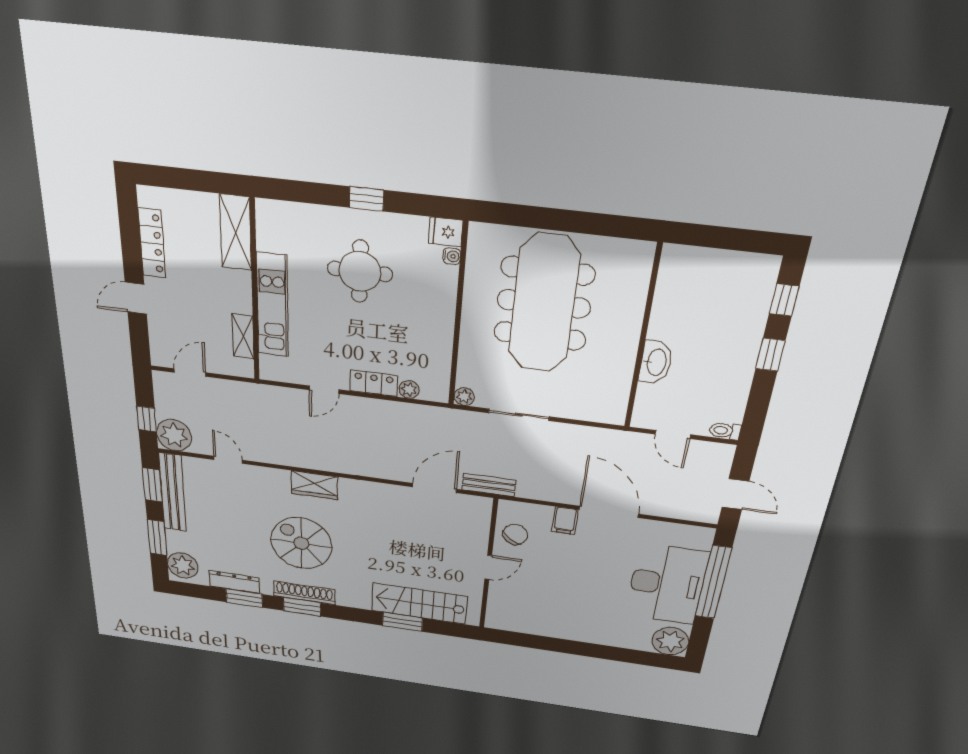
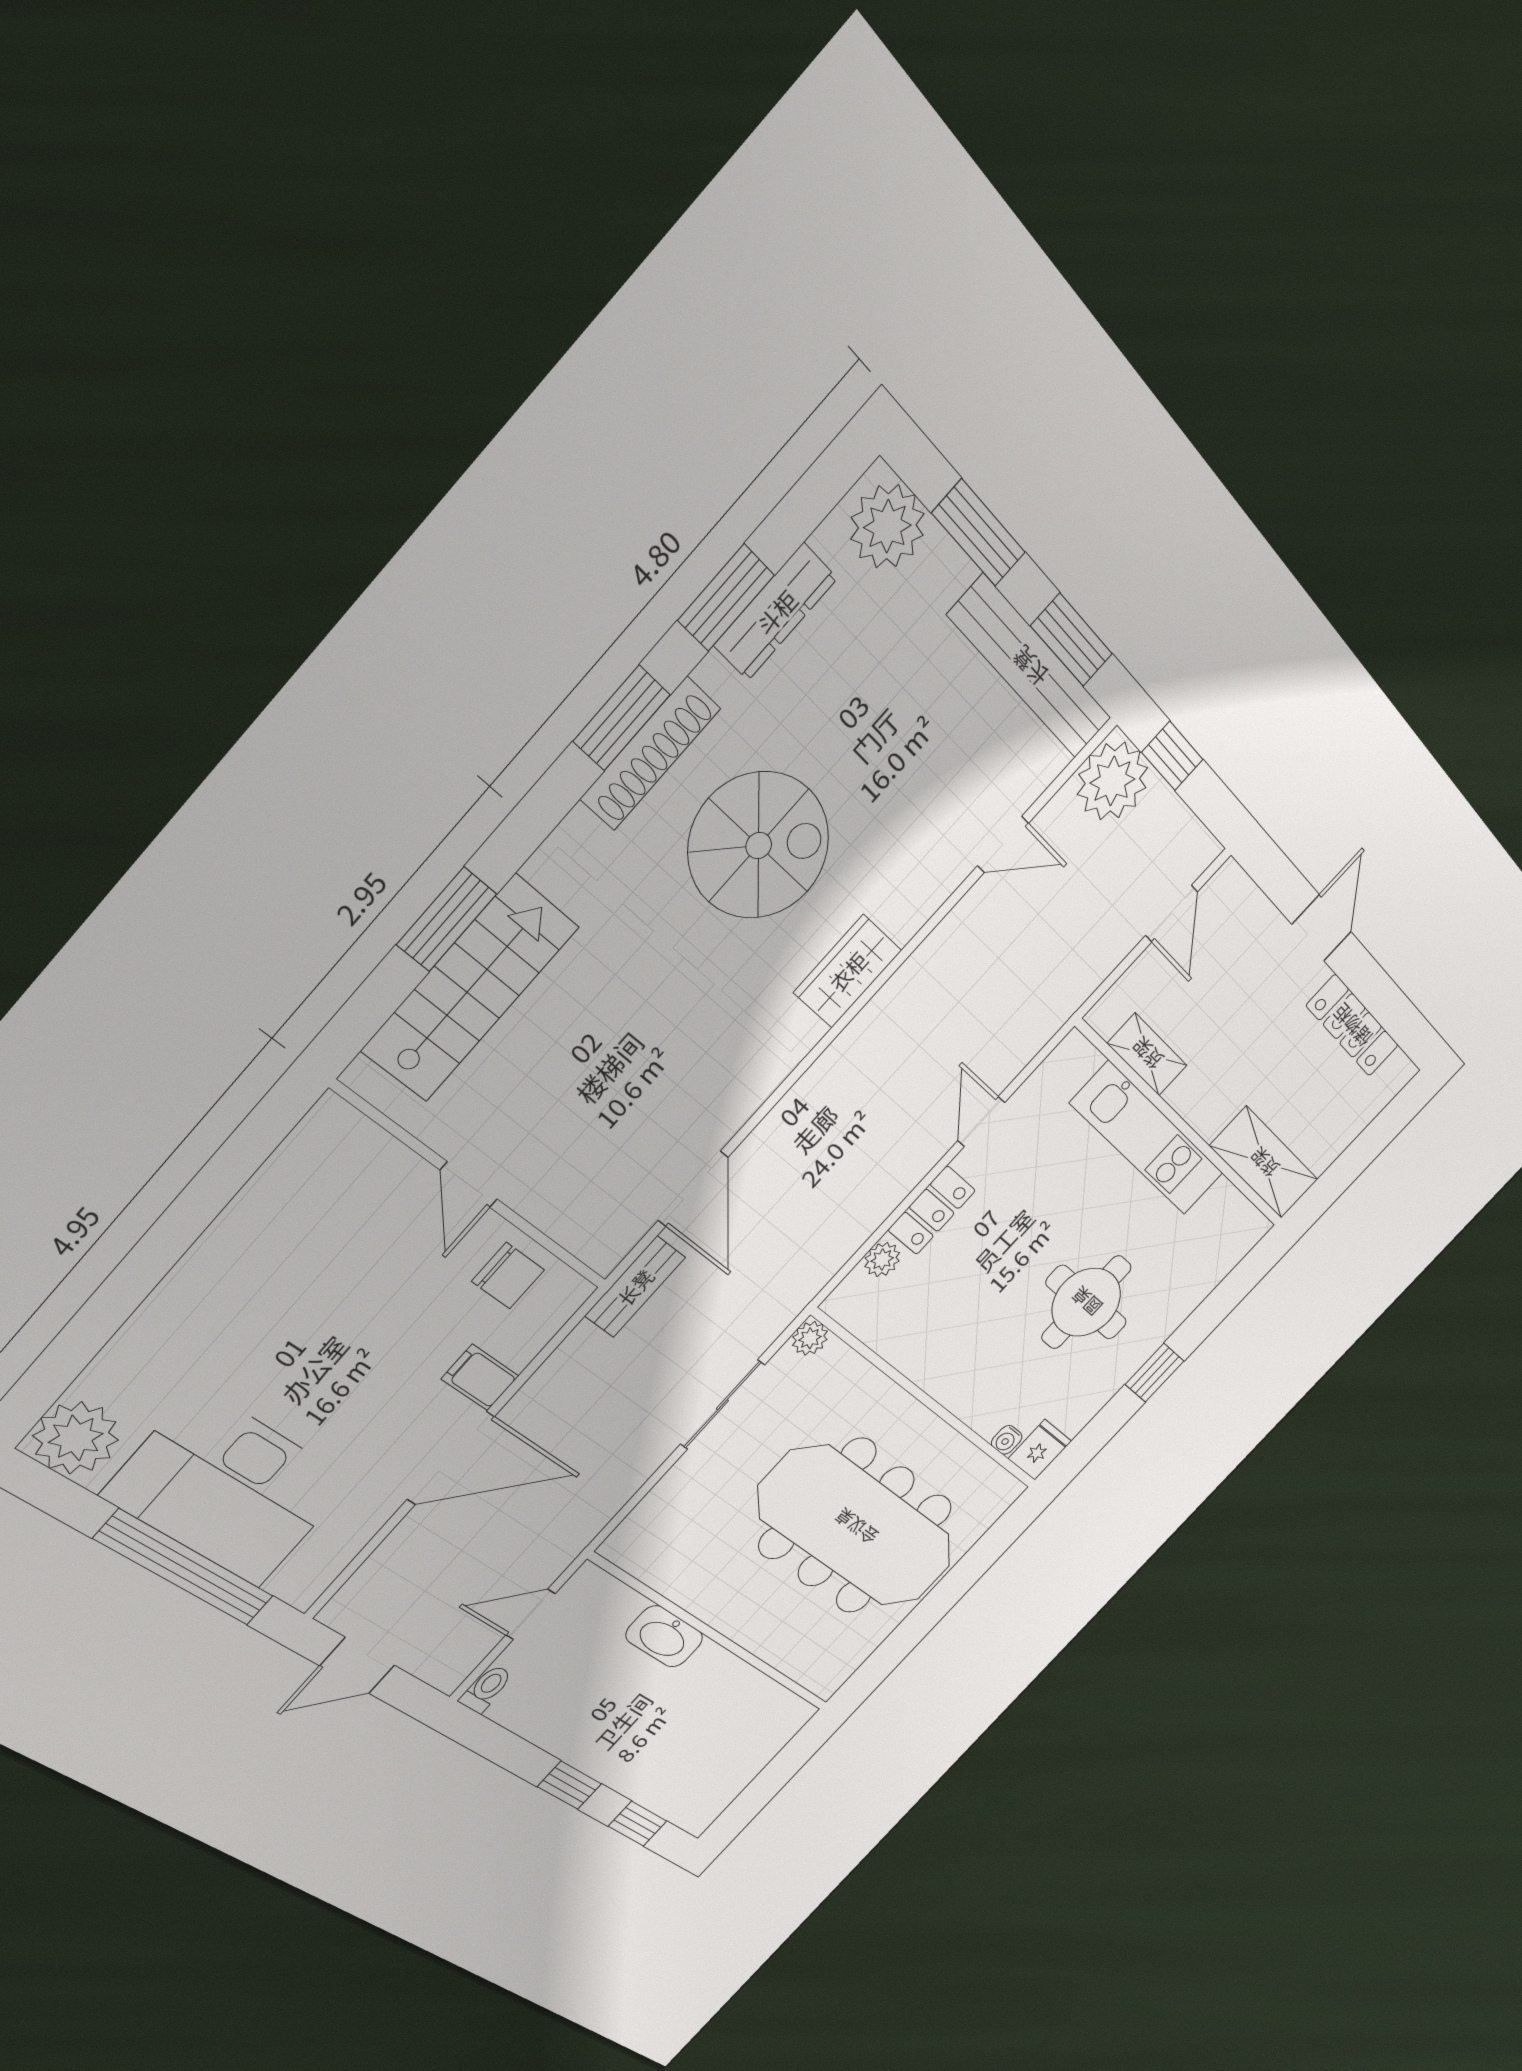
chair: (515, 534) -> (508, 1276), turned -35

